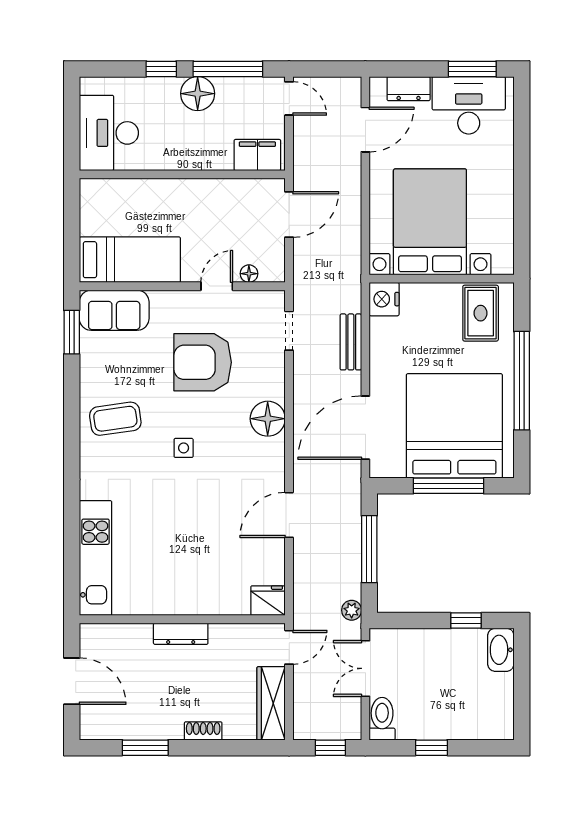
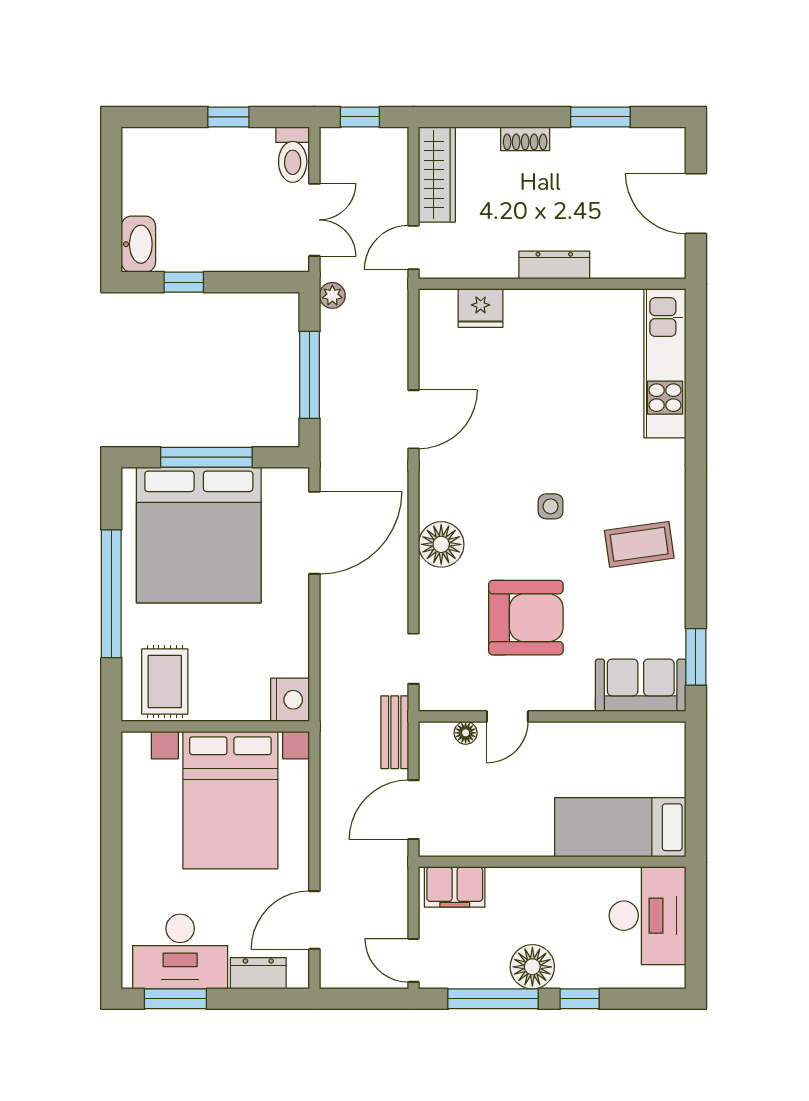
bed: (130, 260) -> (620, 827), moved
bench: (351, 342) -> (395, 732), moved
fridge: (268, 601) -> (481, 308), moved

